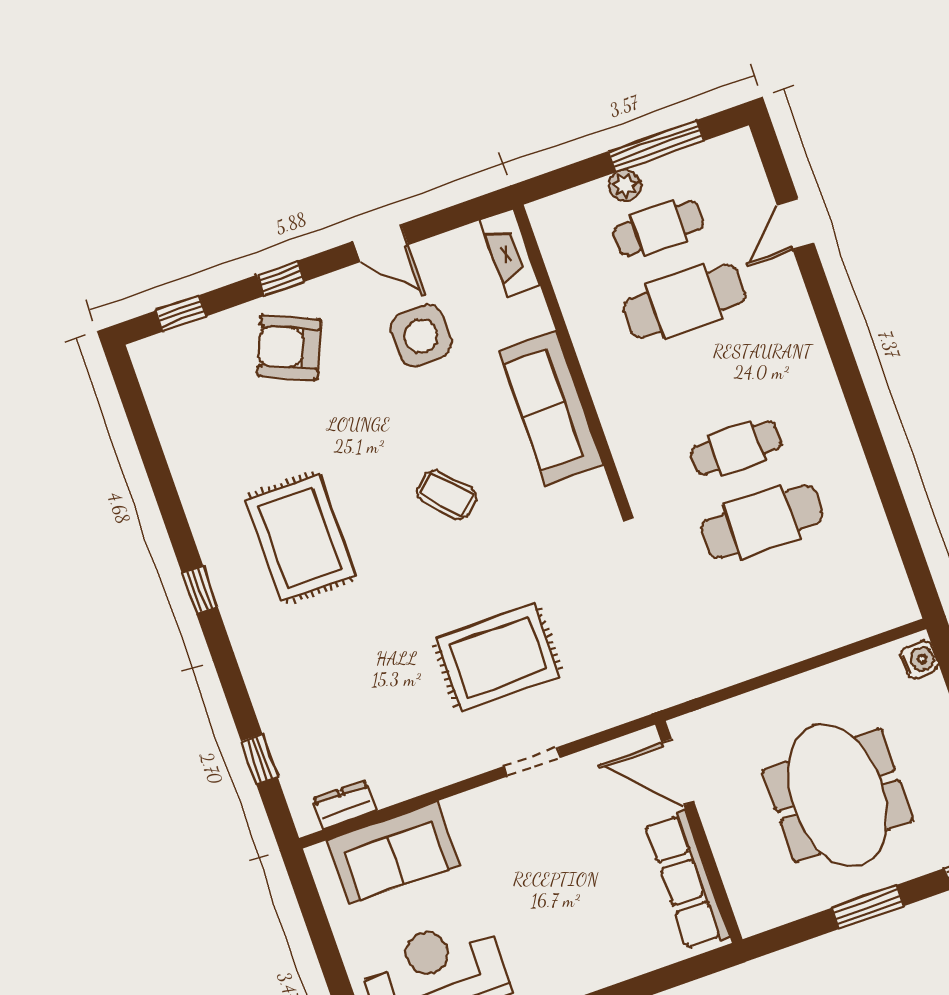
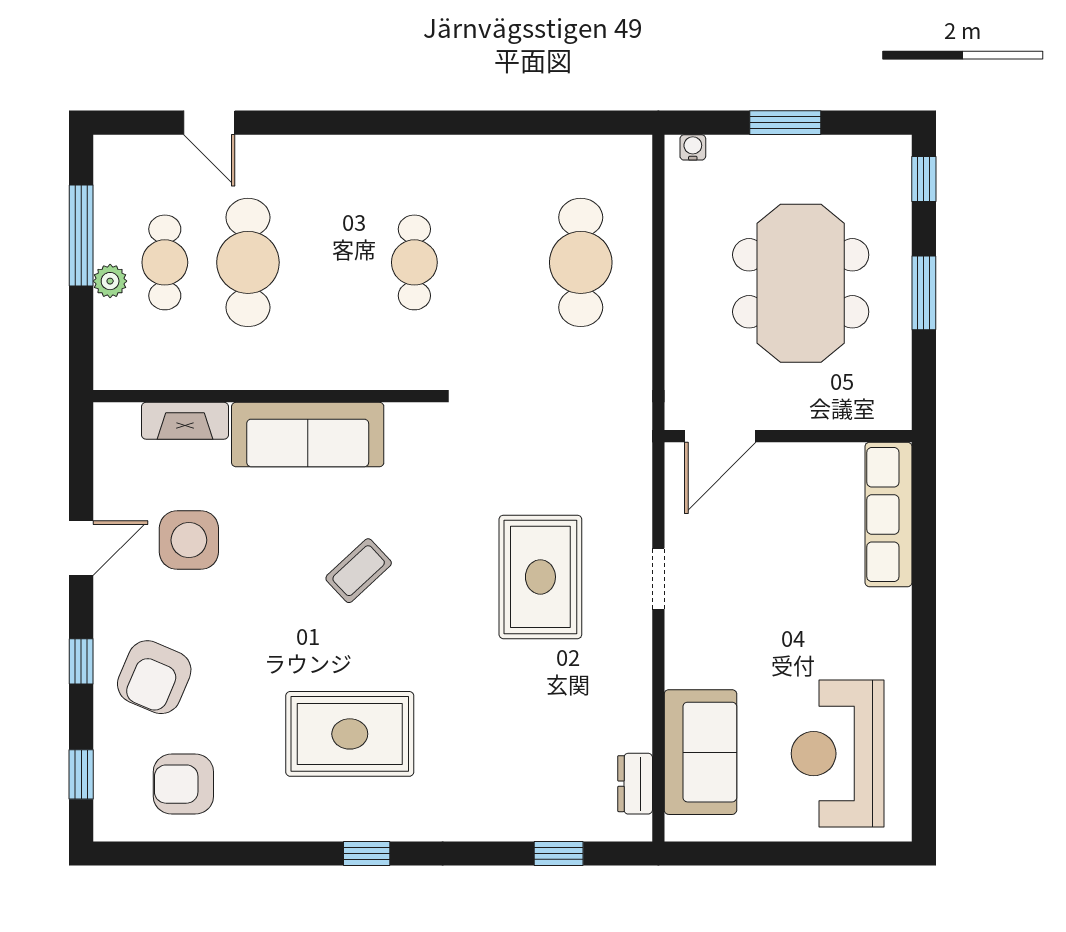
fireplace: (510, 252) -> (185, 421), moved
armchair: (204, 407) -> (183, 784), added
cafe table: (762, 522) -> (581, 262), moved
water cooler: (920, 660) -> (693, 147), width x0.72, depth x0.72
meeting table: (838, 796) -> (801, 283), turned 90
row of seats: (687, 880) -> (889, 514), moved, turned 90

